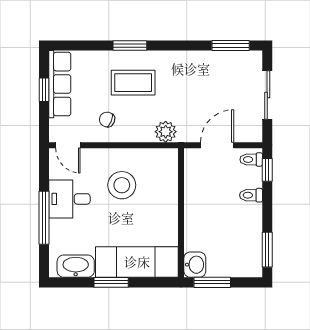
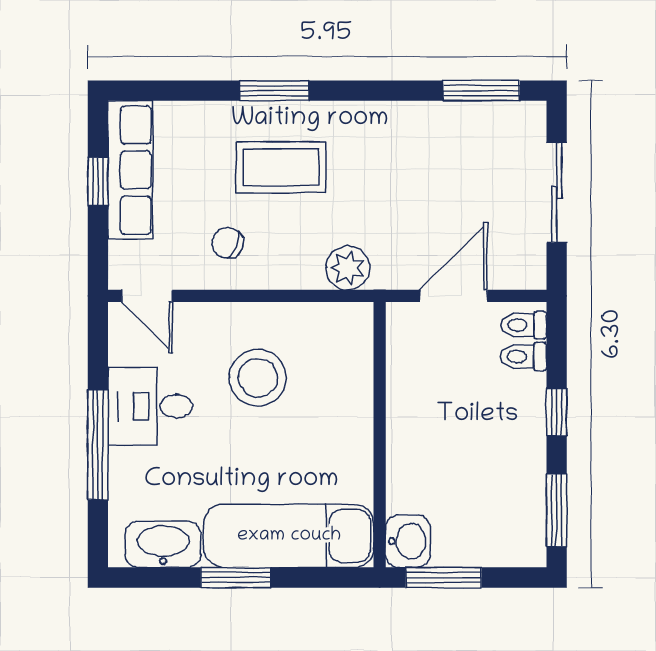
window: (267, 170) -> (557, 412), moved
toilet: (251, 195) -> (523, 357), moved

